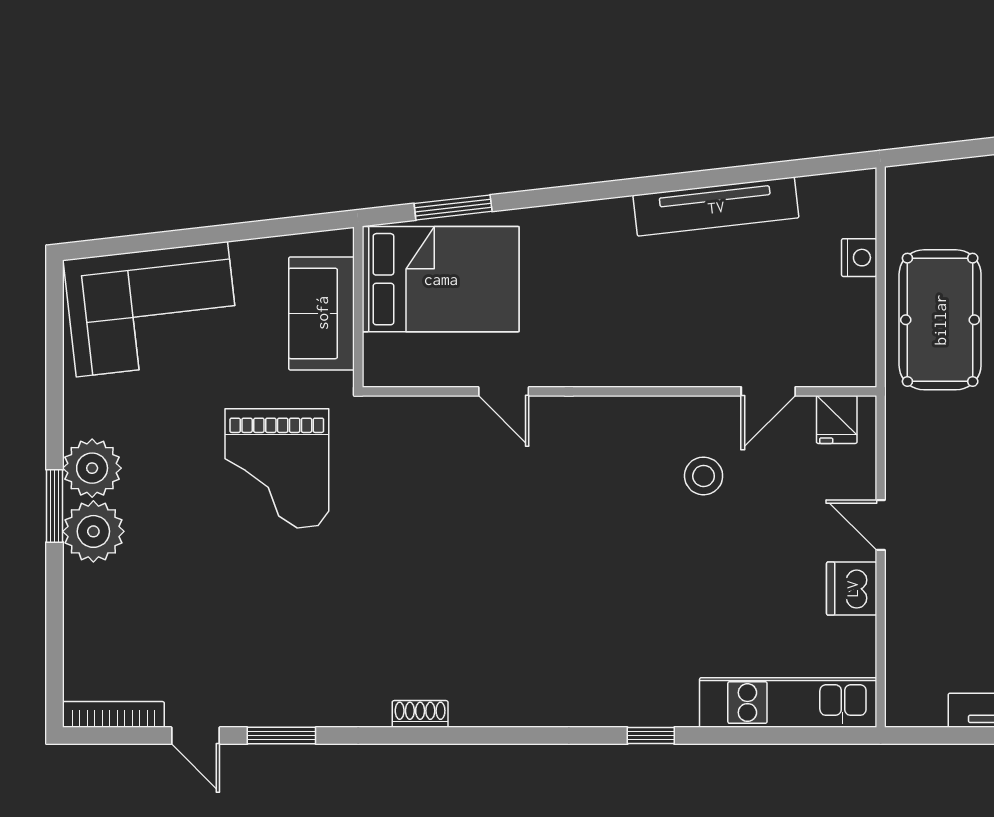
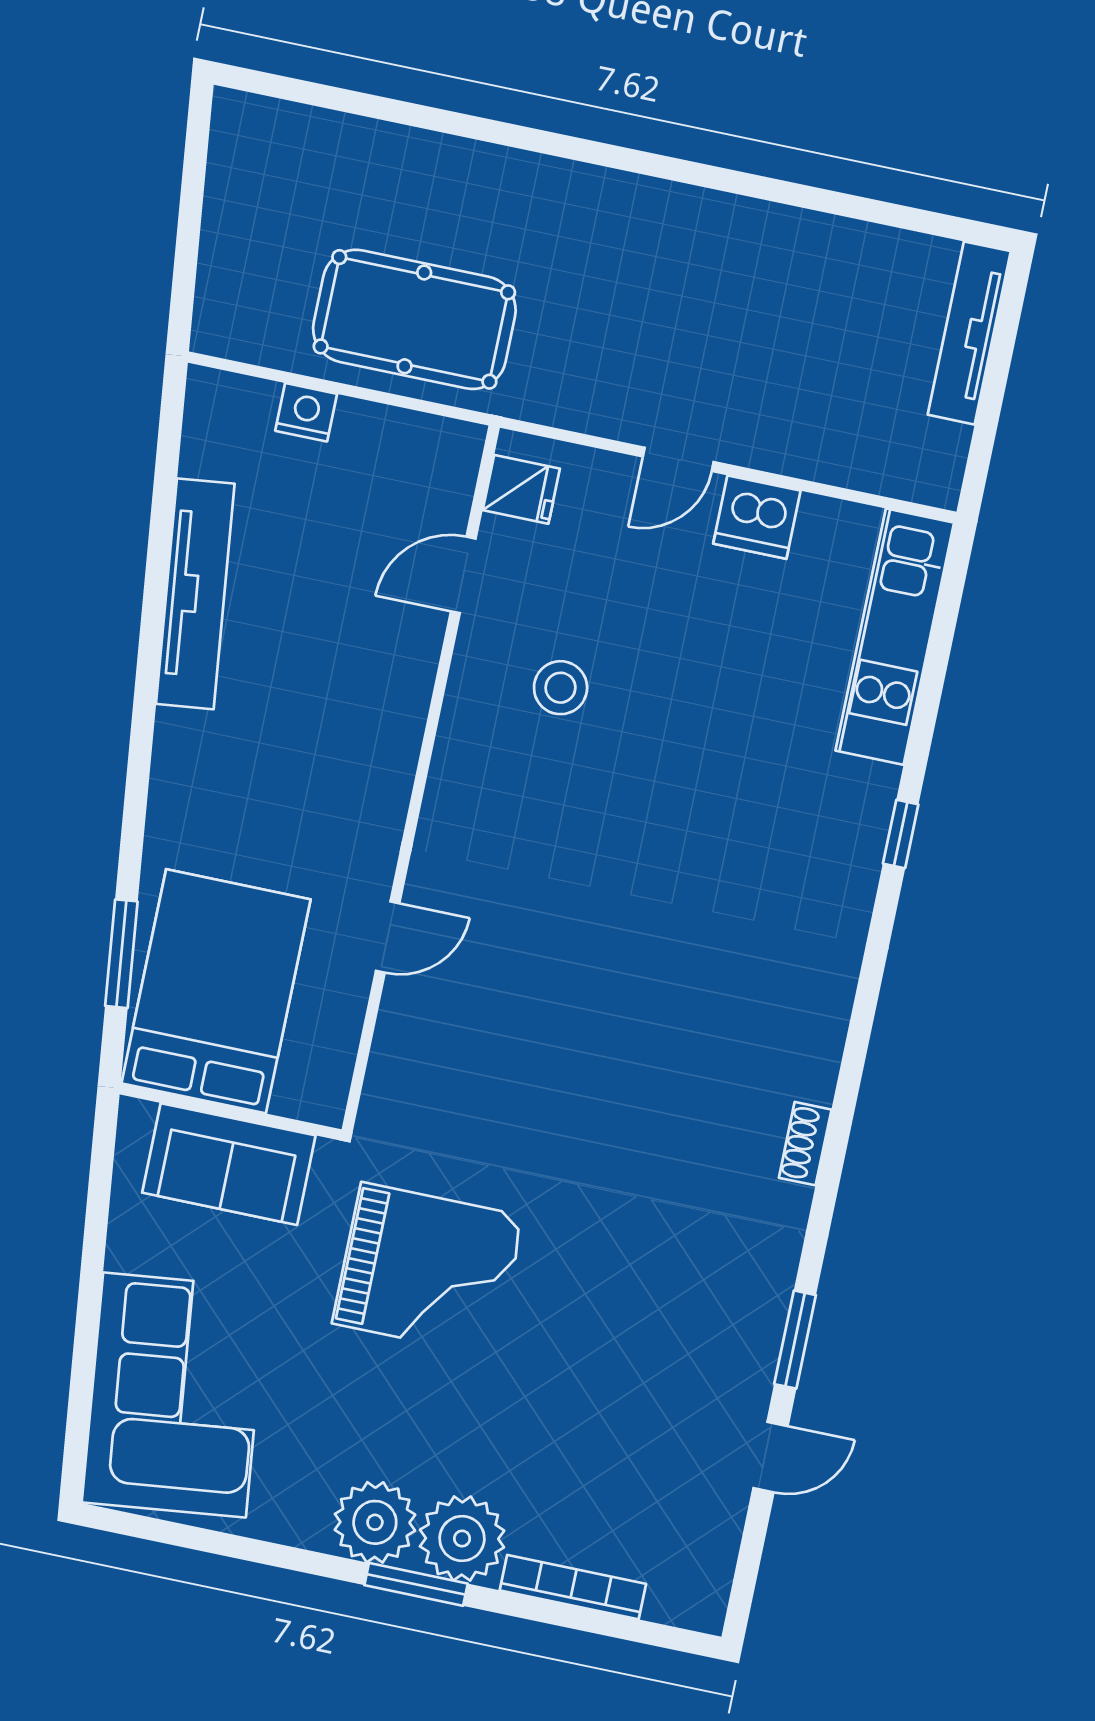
door: (768, 391) -> (463, 575), swing flipped
bookcase: (113, 714) -> (573, 1587), moved, turned 90

